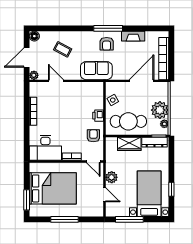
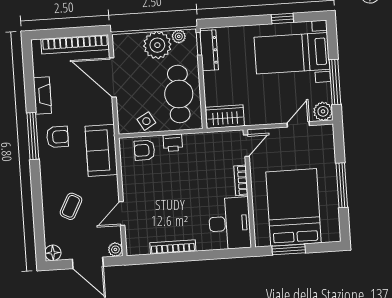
armchair: (93, 136) -> (144, 150), moved
wardrobe: (129, 144) -> (225, 117), moved, turned -90
plant: (112, 177) -> (323, 111), moved
window: (27, 200) -> (289, 250), moved

